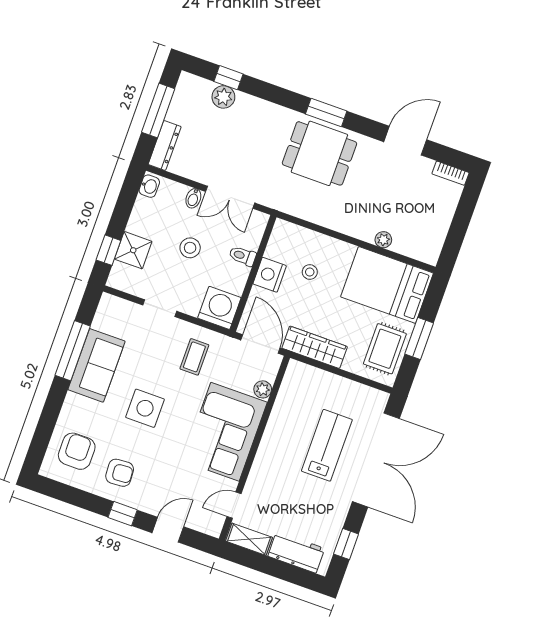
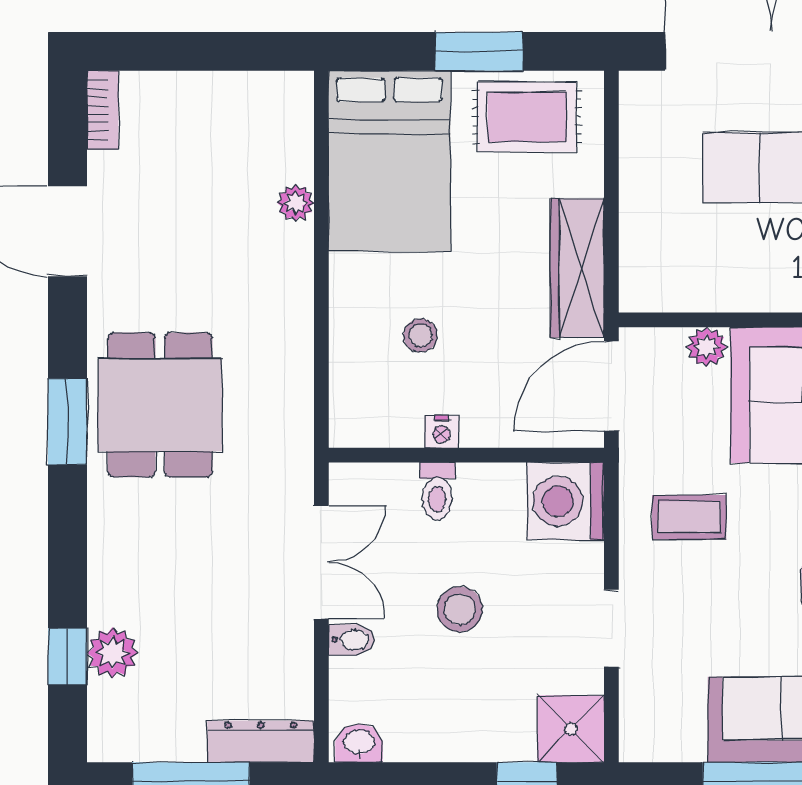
shower: (133, 250) -> (571, 729), moved
nightstand: (270, 275) -> (442, 432), width x0.53, depth x0.56

